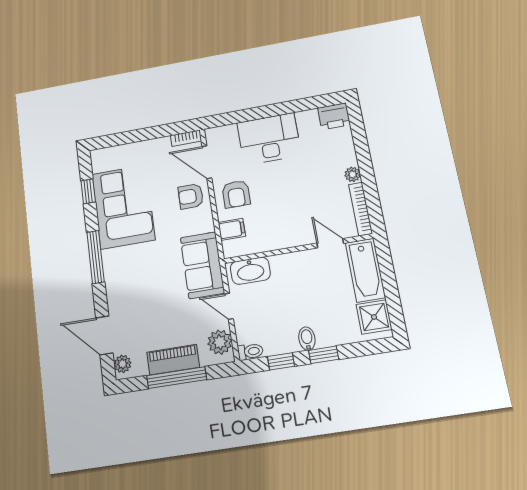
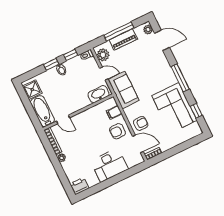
armchair: (236, 194) -> (118, 131), turned -90

